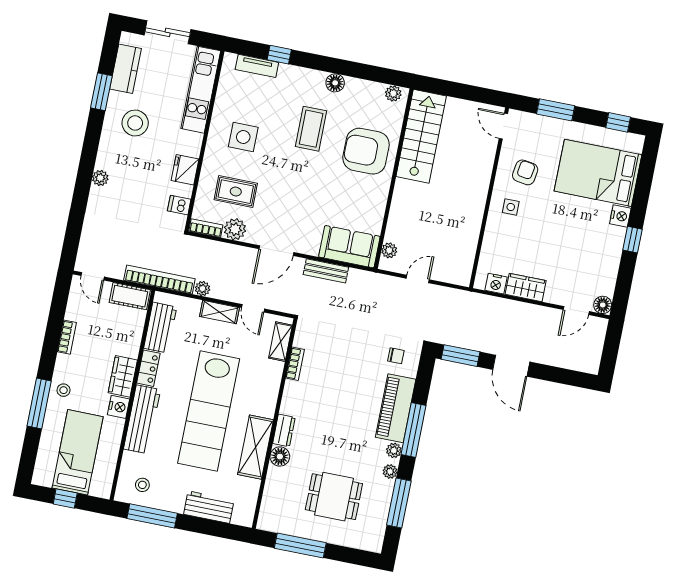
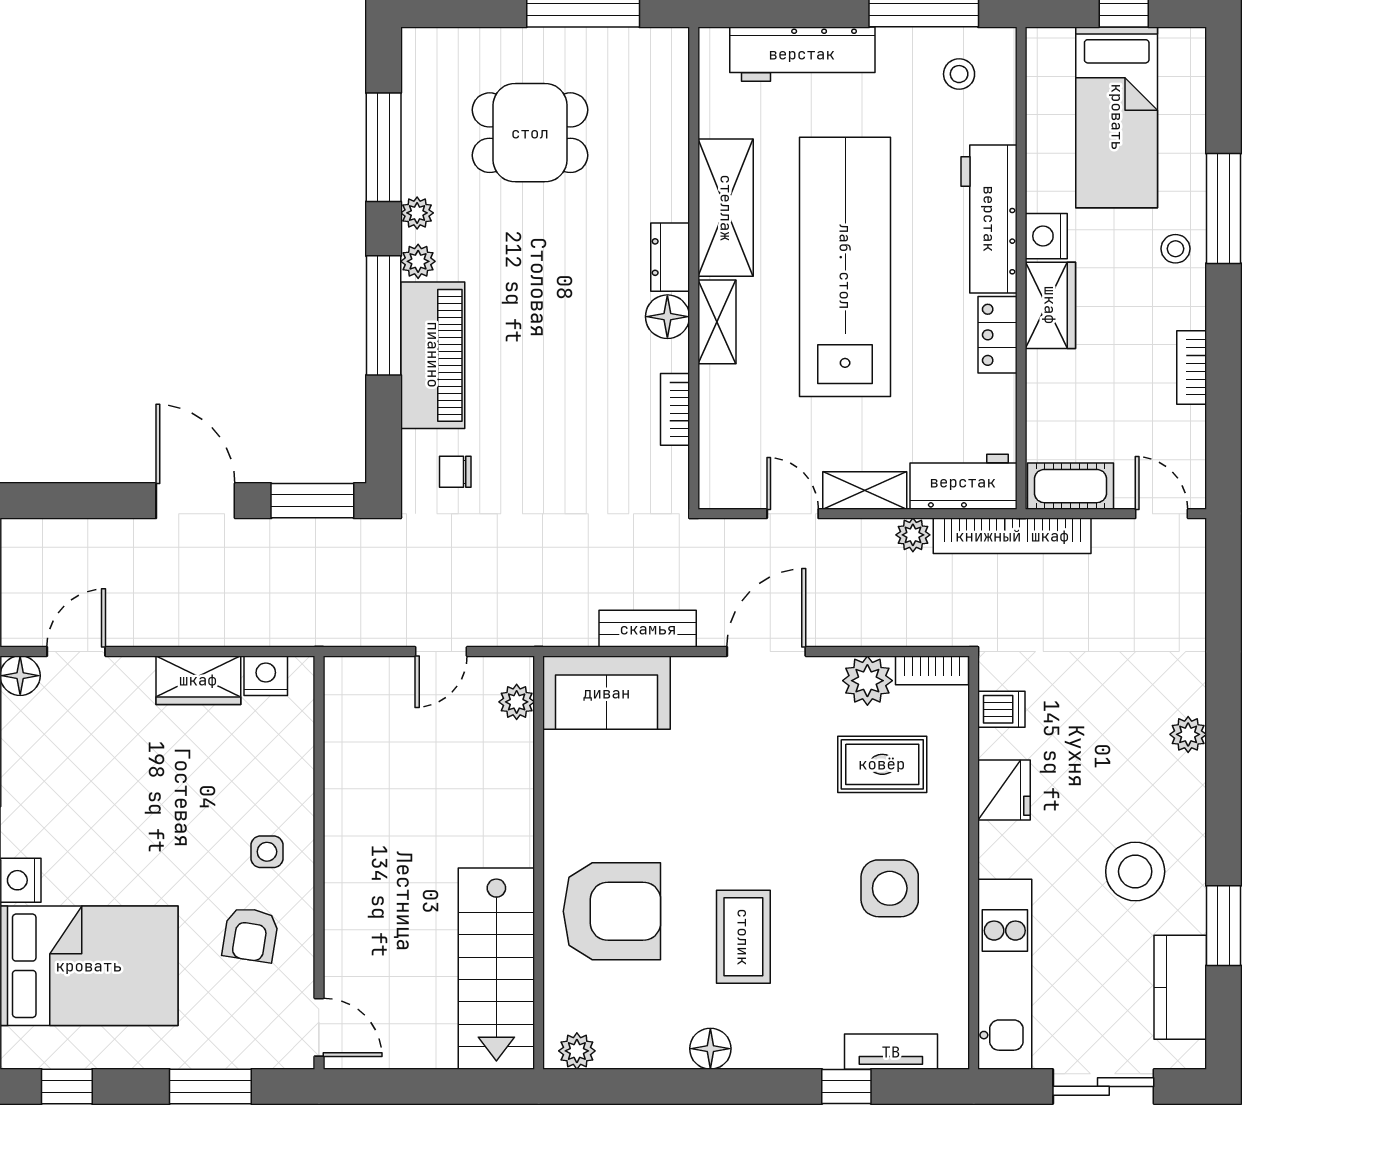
workbench: (160, 328) -> (963, 482), moved, turned 90
shelving: (280, 342) -> (717, 322), moved
floor lamp: (280, 457) -> (667, 317), moved
workbench: (209, 507) -> (802, 54), width x1.38

